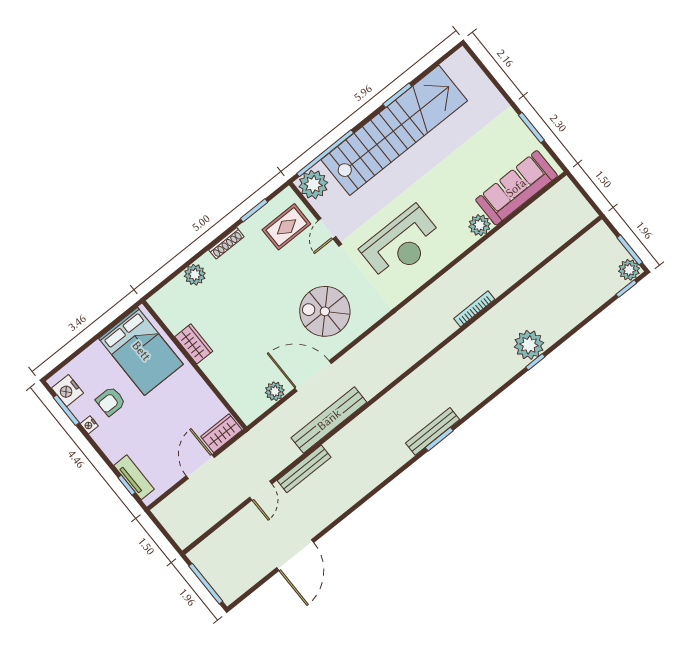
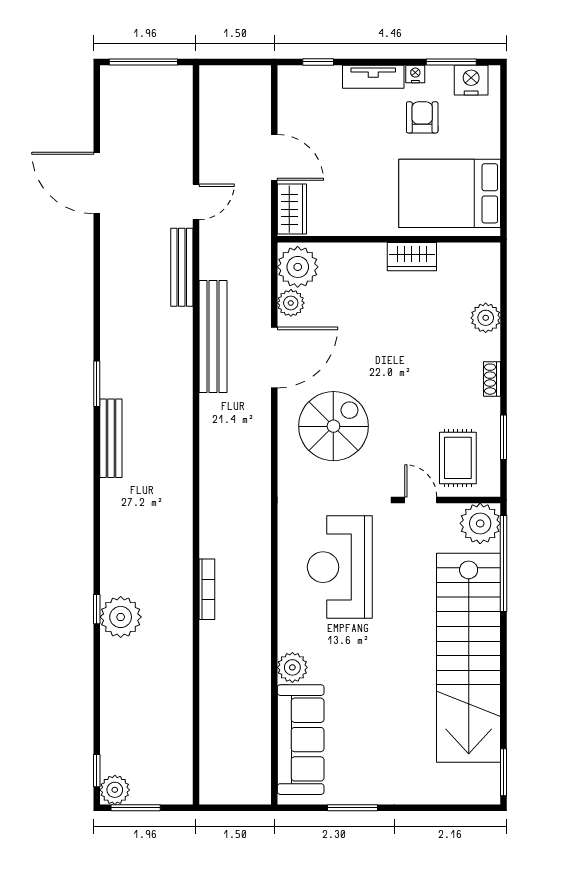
window: (397, 95) -> (504, 772), moved
shoe rack: (226, 243) -> (492, 379), width x0.70
plant: (251, 404) -> (298, 267), added
window: (439, 439) -> (97, 384), moved
tv unit: (134, 477) -> (373, 77), moved
door: (261, 491) -> (196, 202), swing flipped

